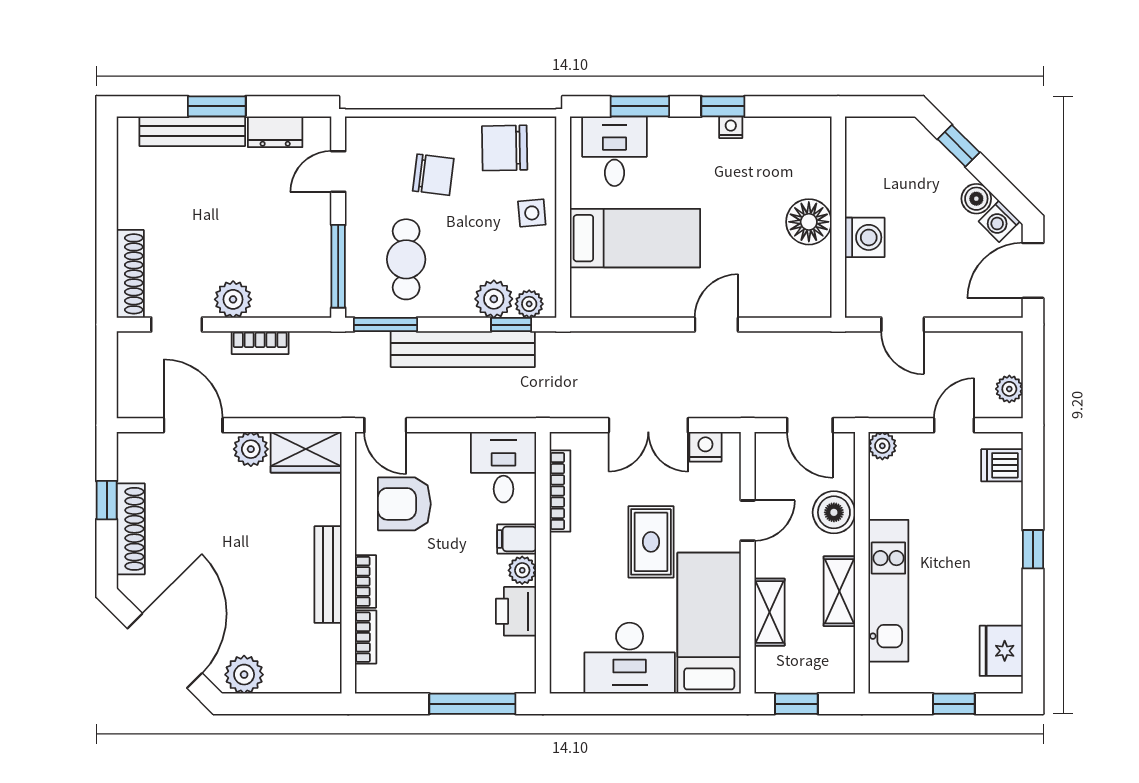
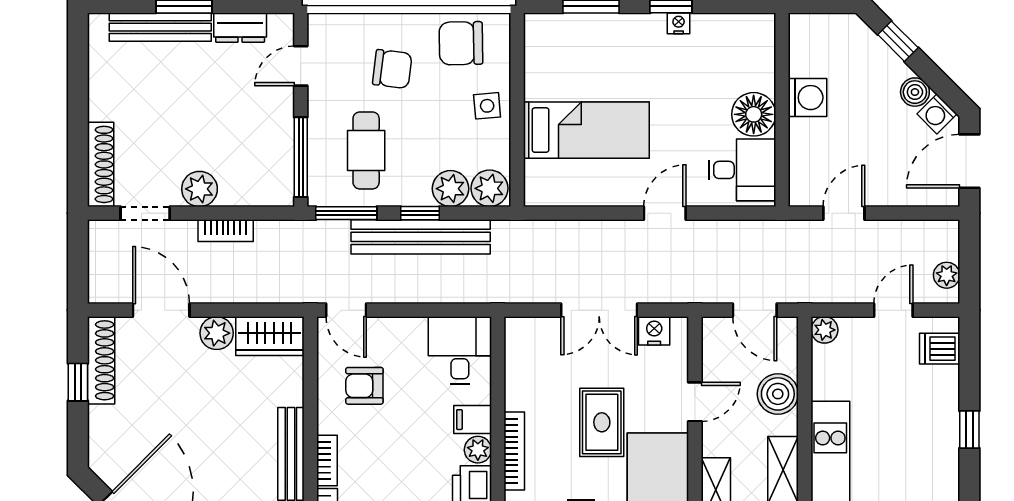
desk: (614, 151) -> (742, 170), moved, turned 90
washing machine: (865, 237) -> (808, 98), moved
plant: (529, 304) -> (490, 188), width x1.38, depth x1.38
window: (511, 325) -> (420, 213), moved
door: (903, 325) -> (844, 213), swing flipped
bookcase: (560, 491) -> (514, 451), moved
armchair: (404, 504) -> (364, 386), width x0.72, depth x0.72
shoe rack: (131, 529) -> (101, 360), moved

